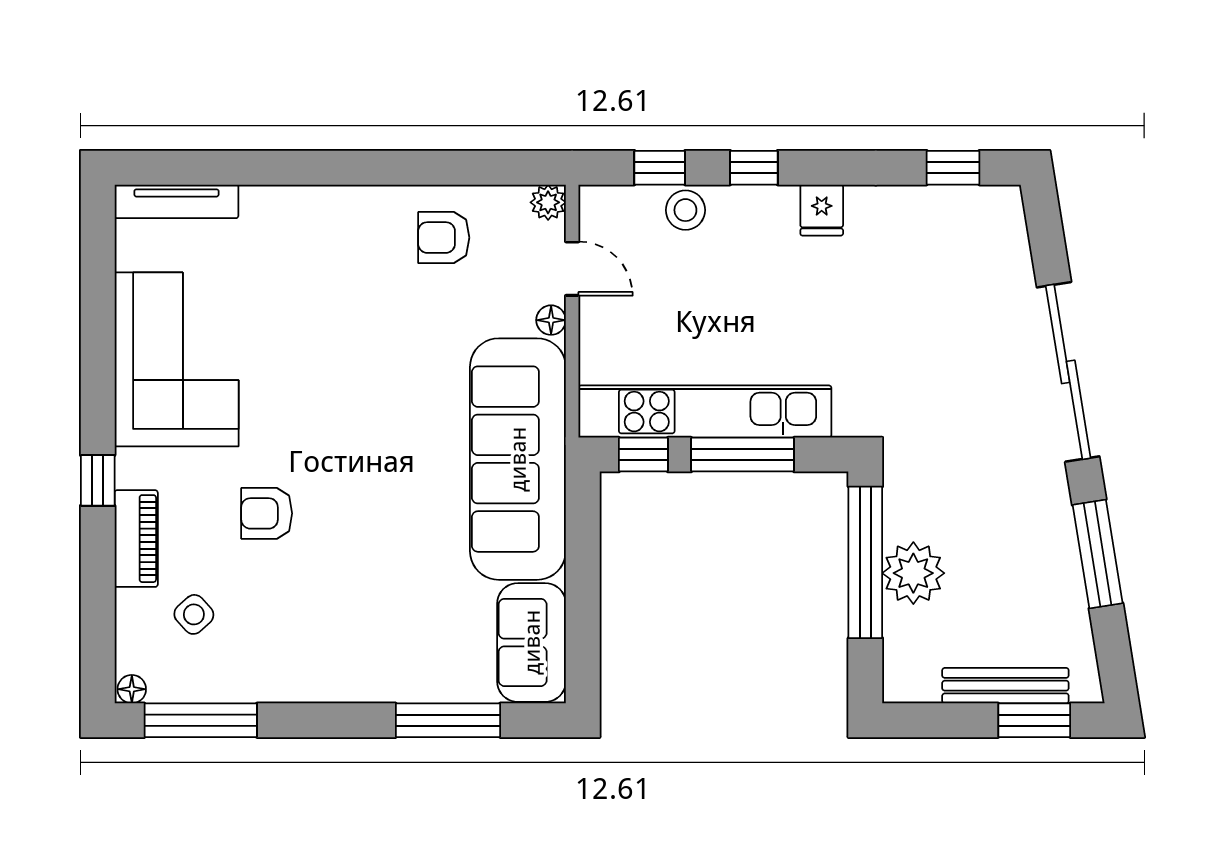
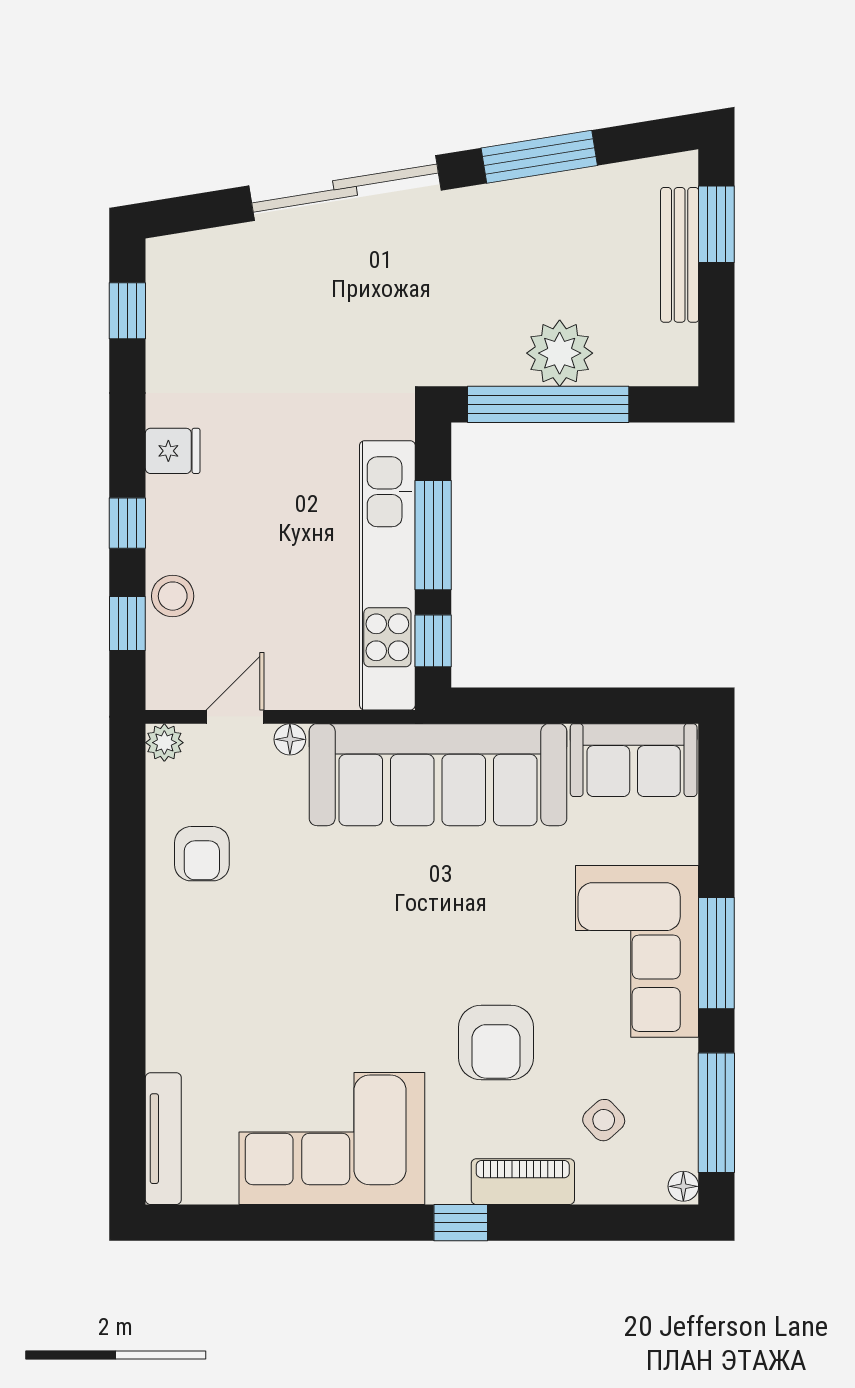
armchair: (267, 513) -> (496, 1042), width x1.38, depth x1.38
corner sofa: (352, 646) -> (637, 951), added
window: (448, 720) -> (716, 953), moved

